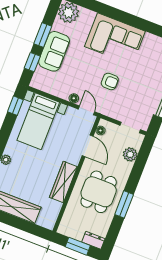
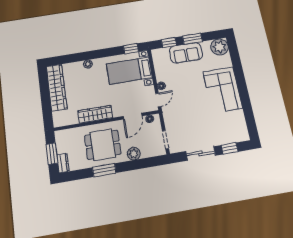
armchair: (110, 81) -> (190, 104), removed
plant: (130, 154) -> (134, 154), moved

